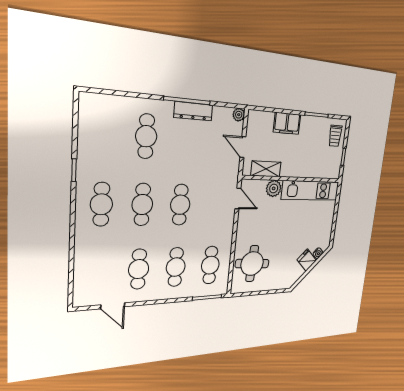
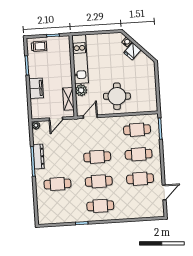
round table: (252, 264) -> (117, 96), moved

